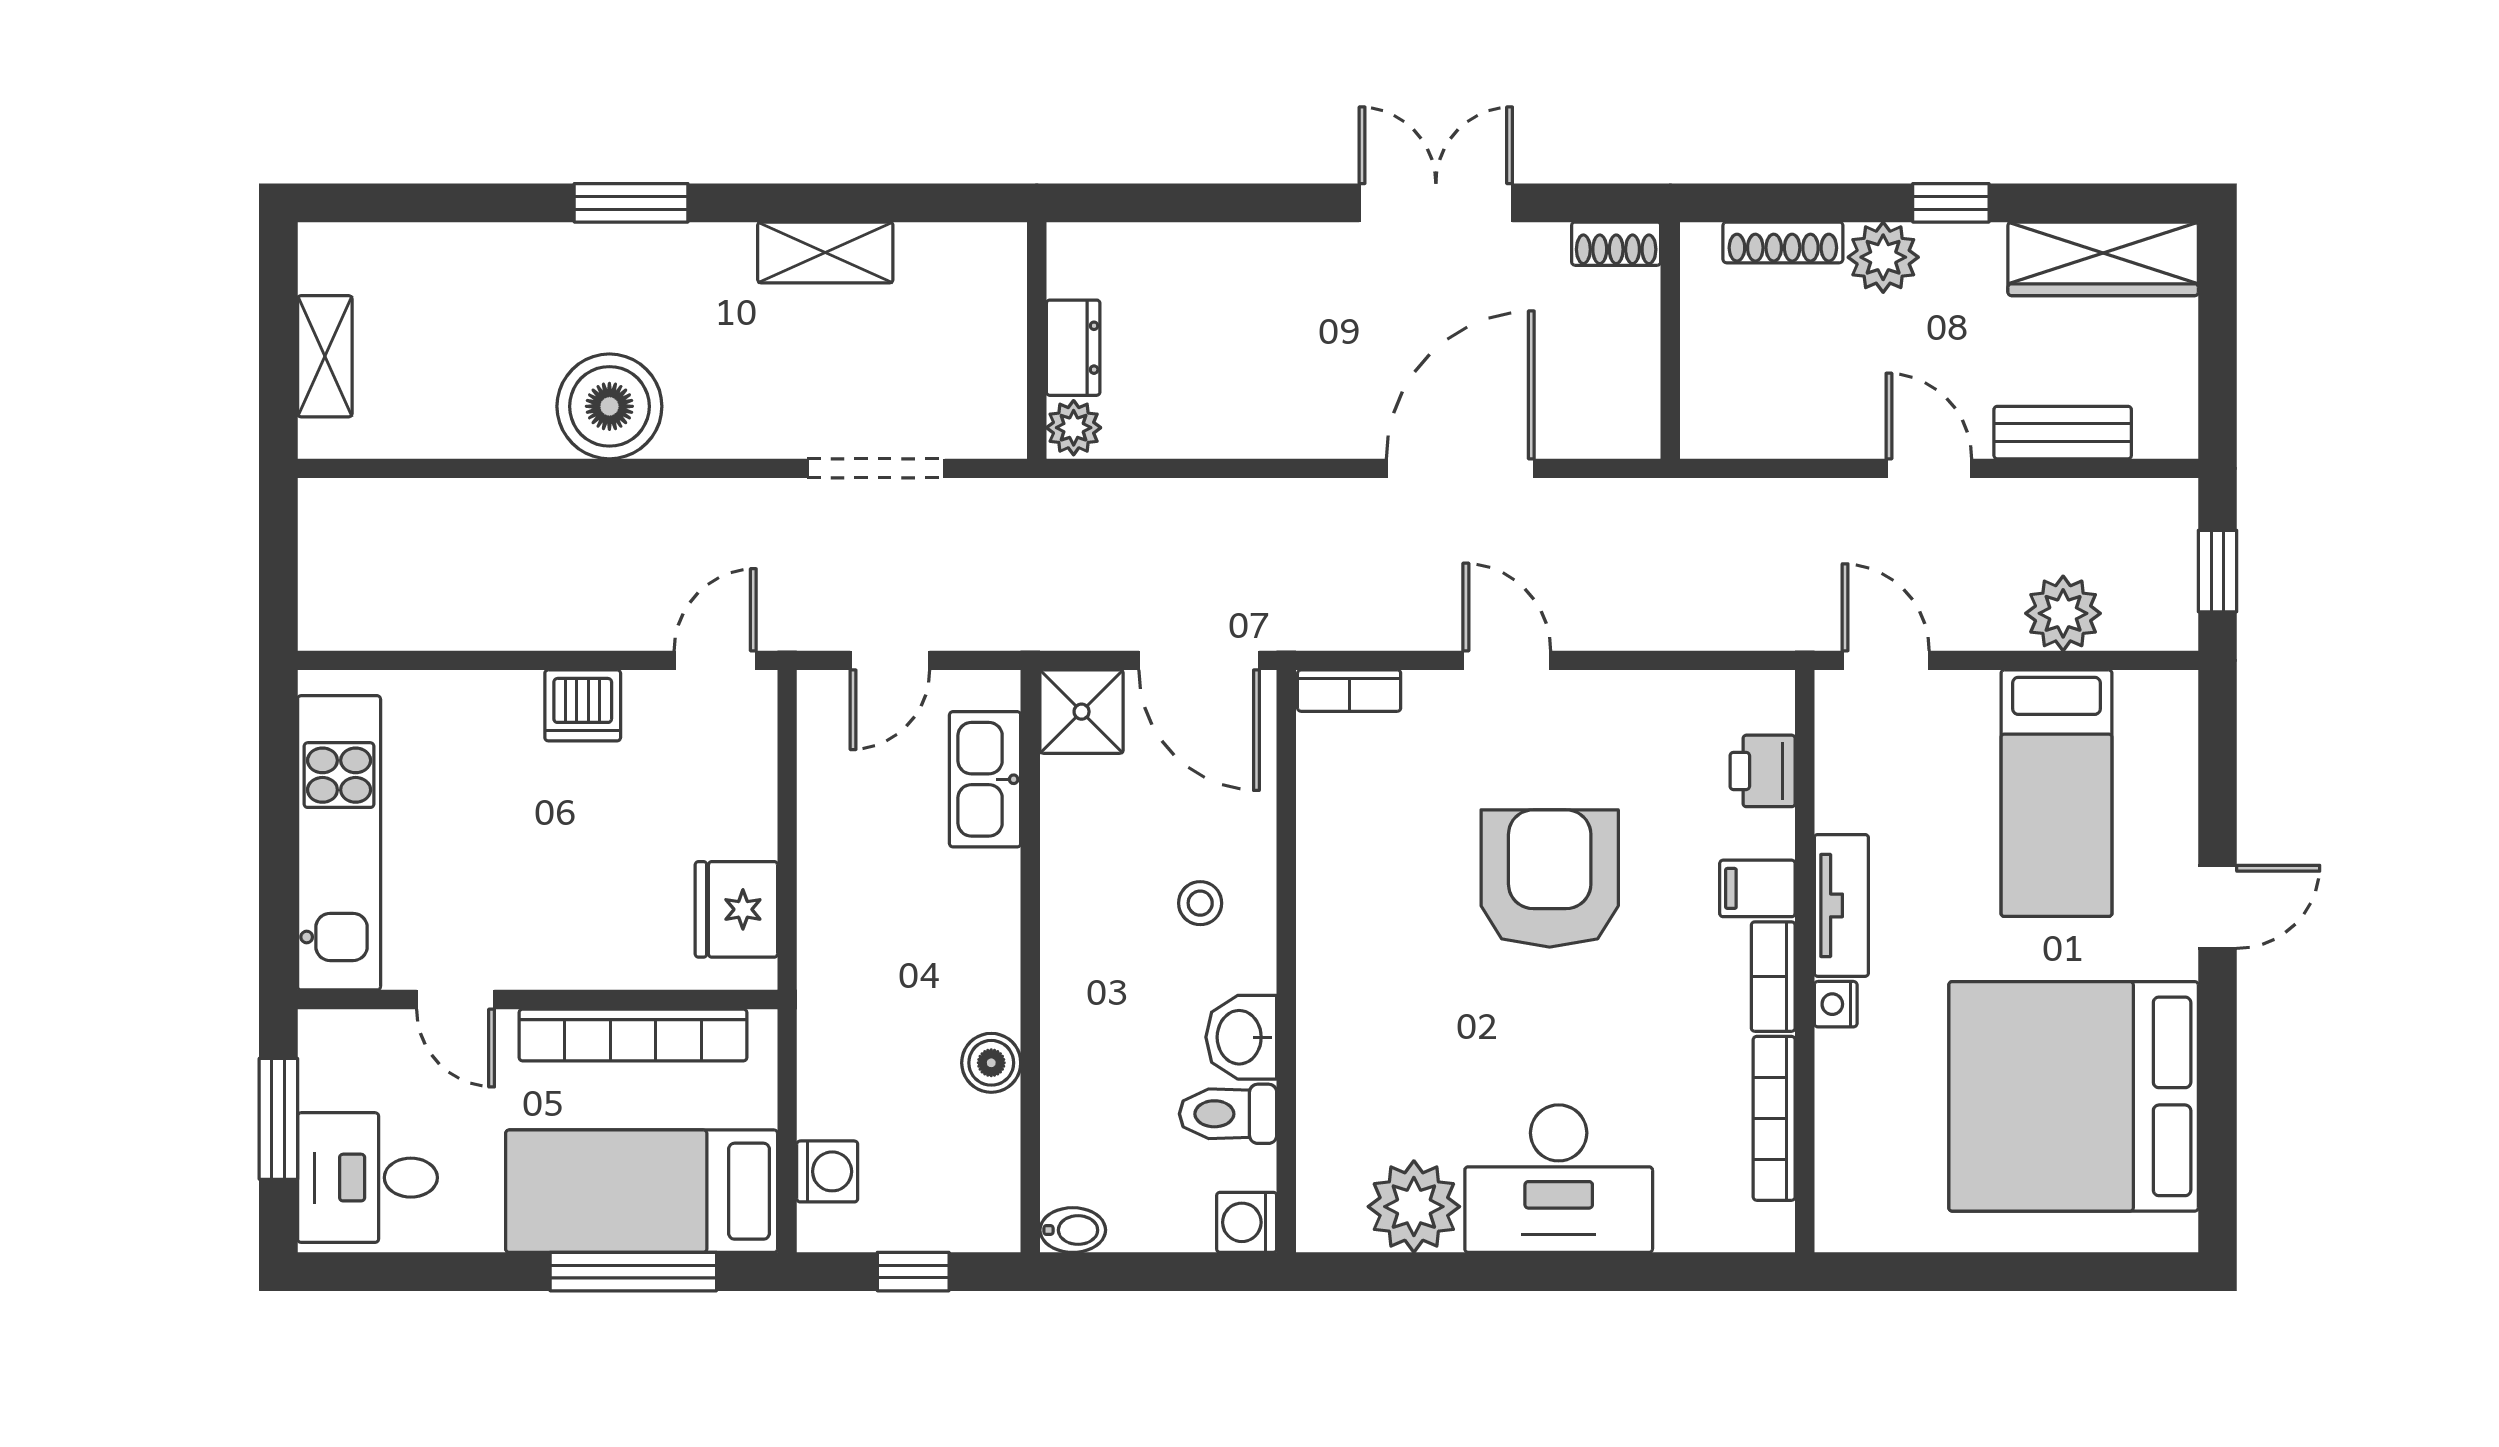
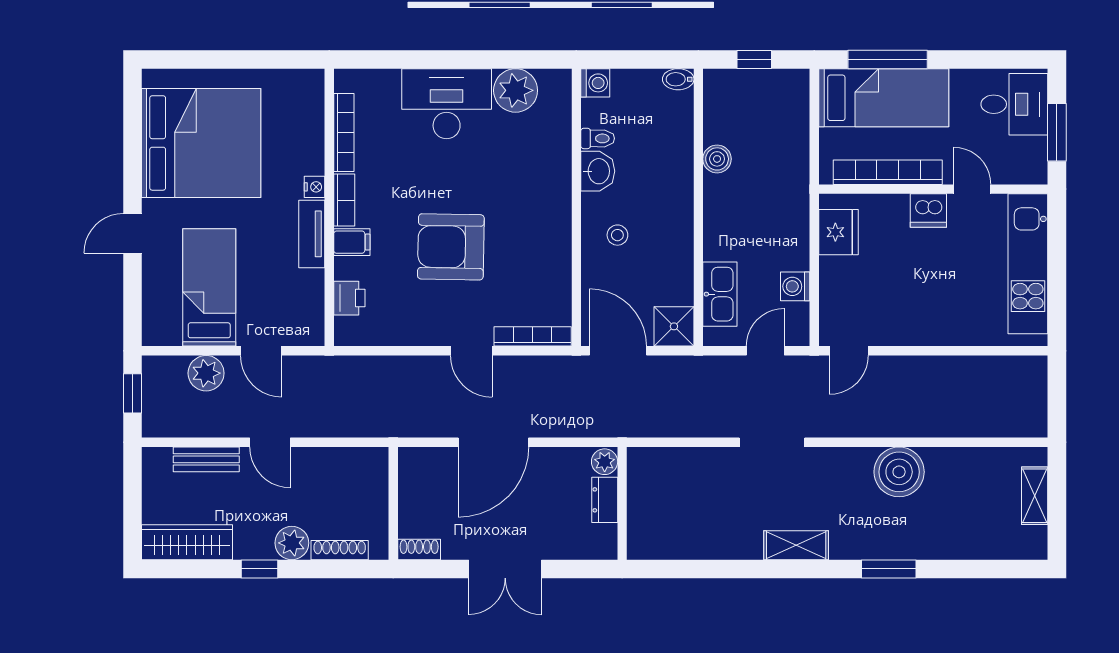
wall: (1037, 340) -> (622, 503), moved
dresser: (1073, 348) -> (605, 500), moved
plant: (1074, 428) -> (605, 462), moved
door: (1886, 660) -> (261, 351), moved
bookcase: (1349, 691) -> (533, 336), width x1.56
dishwasher: (583, 705) -> (928, 211), moved, turned 180
armchair: (1550, 878) -> (451, 247), turned 91
toilet: (1228, 1114) -> (598, 138), width x0.73, depth x0.72
washing machine: (827, 1171) -> (795, 286), moved

